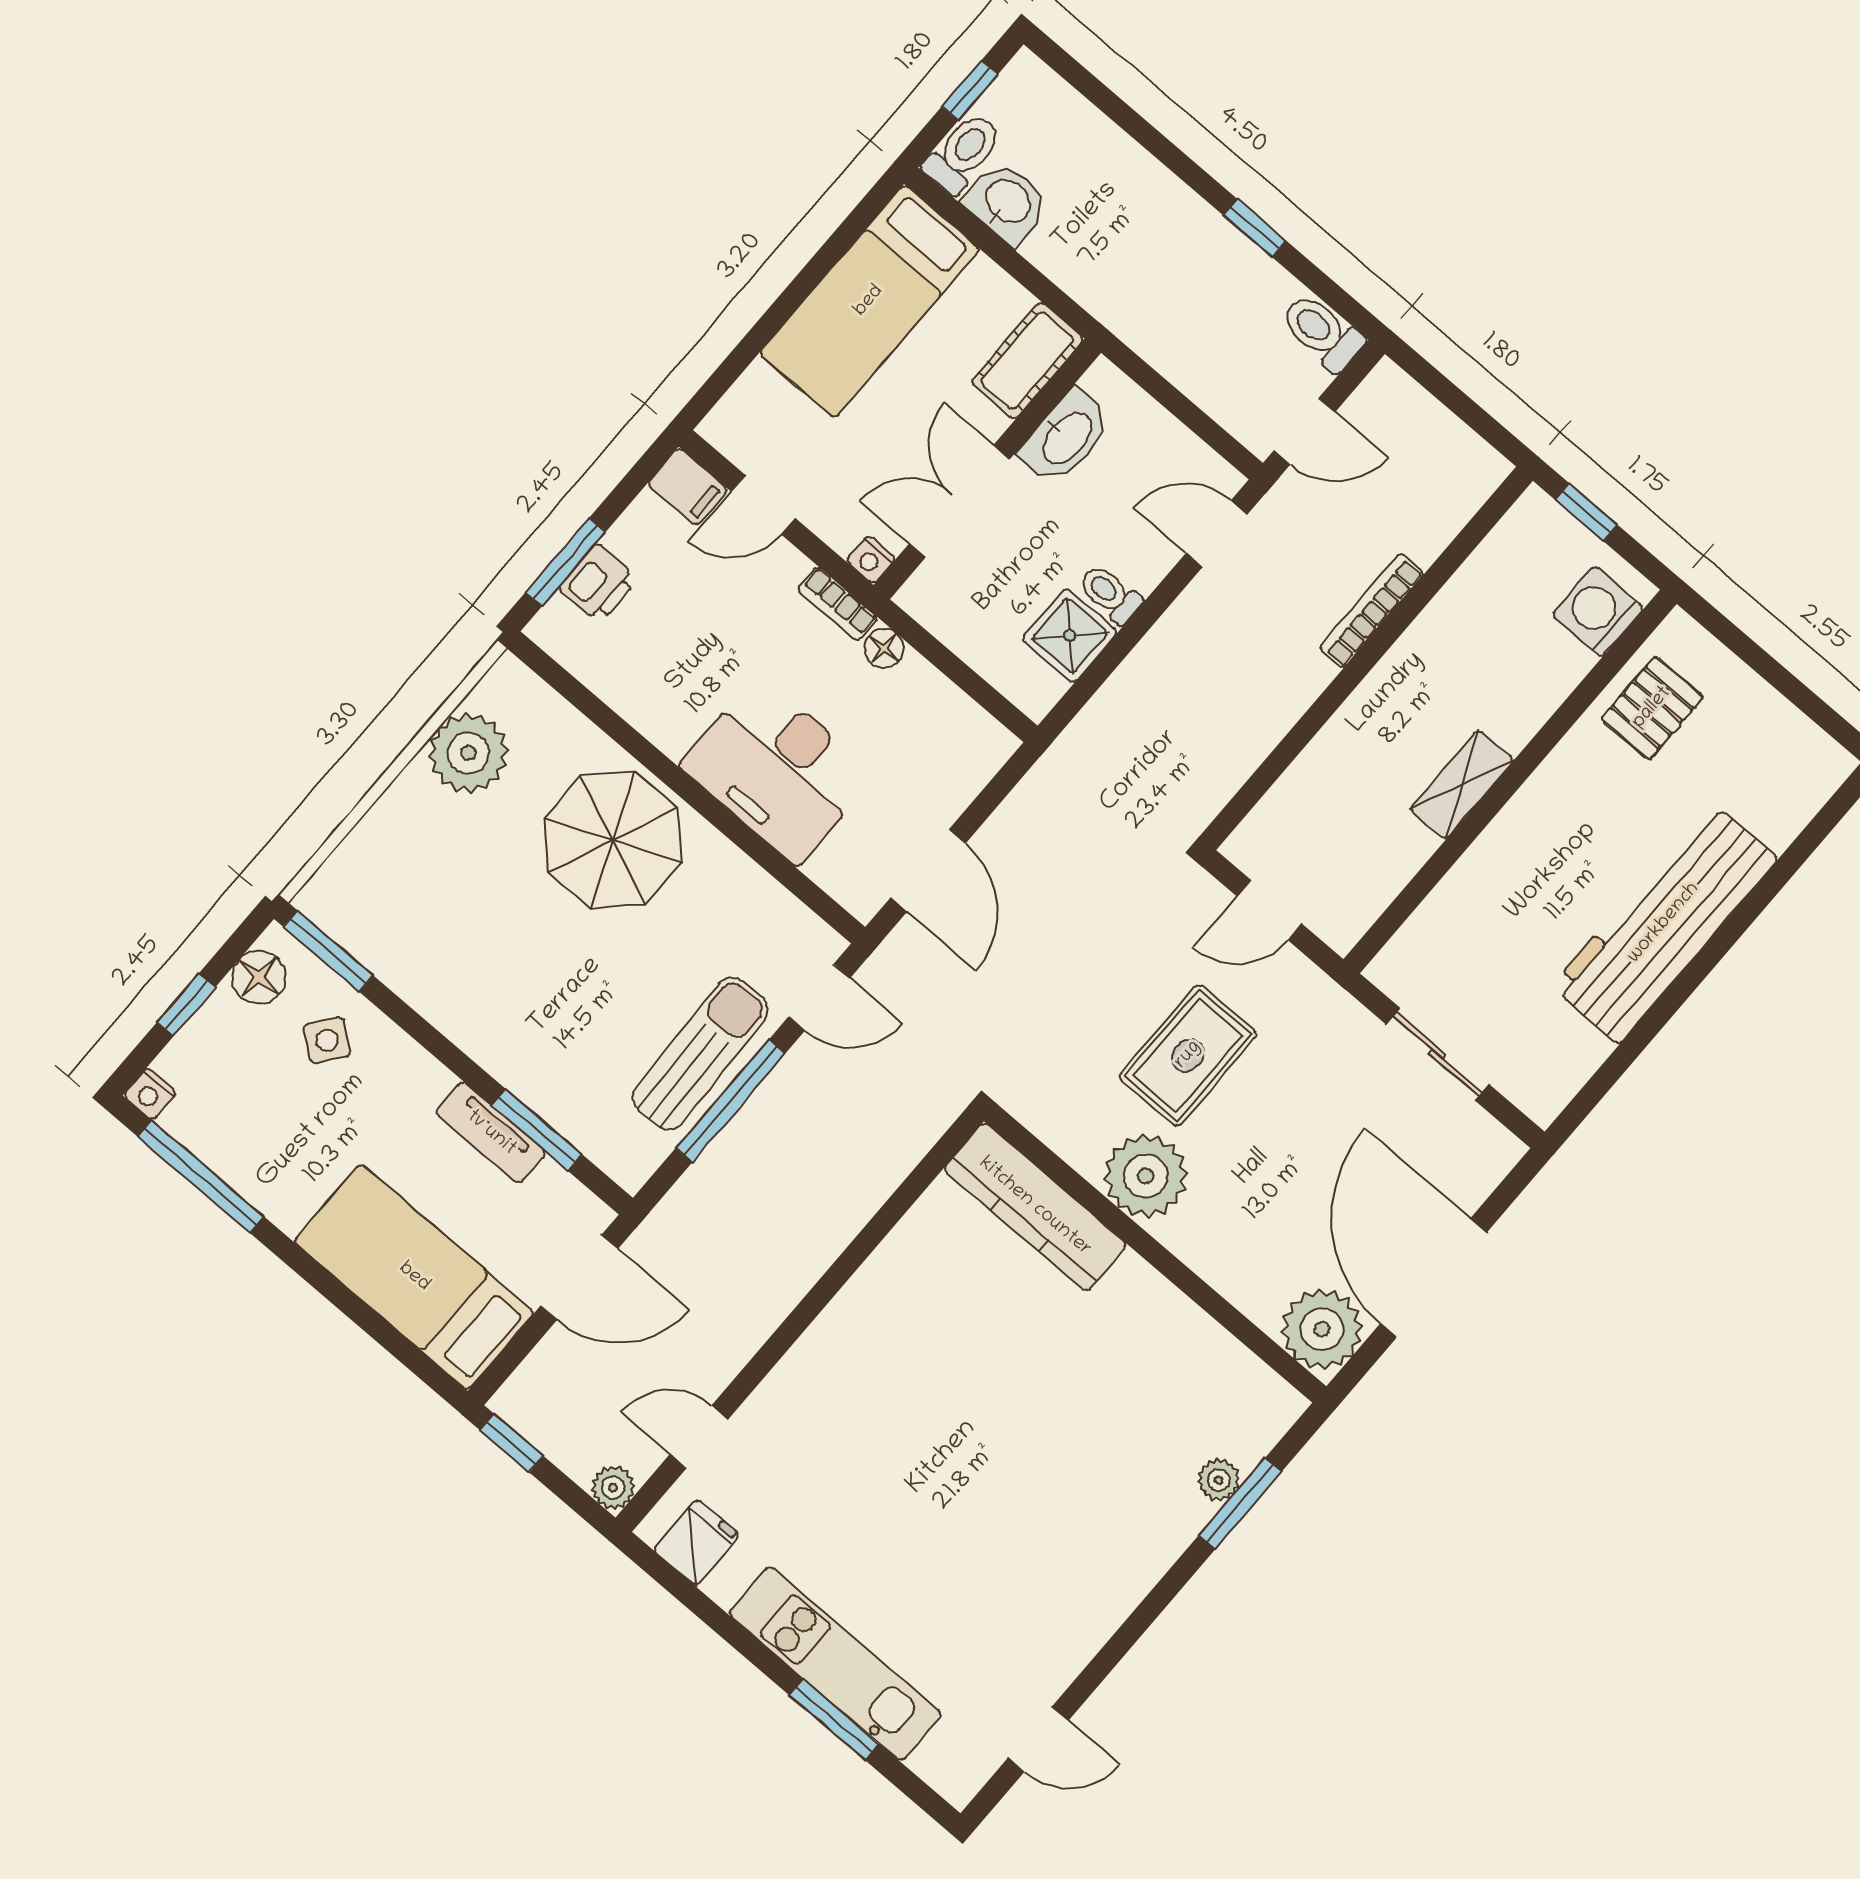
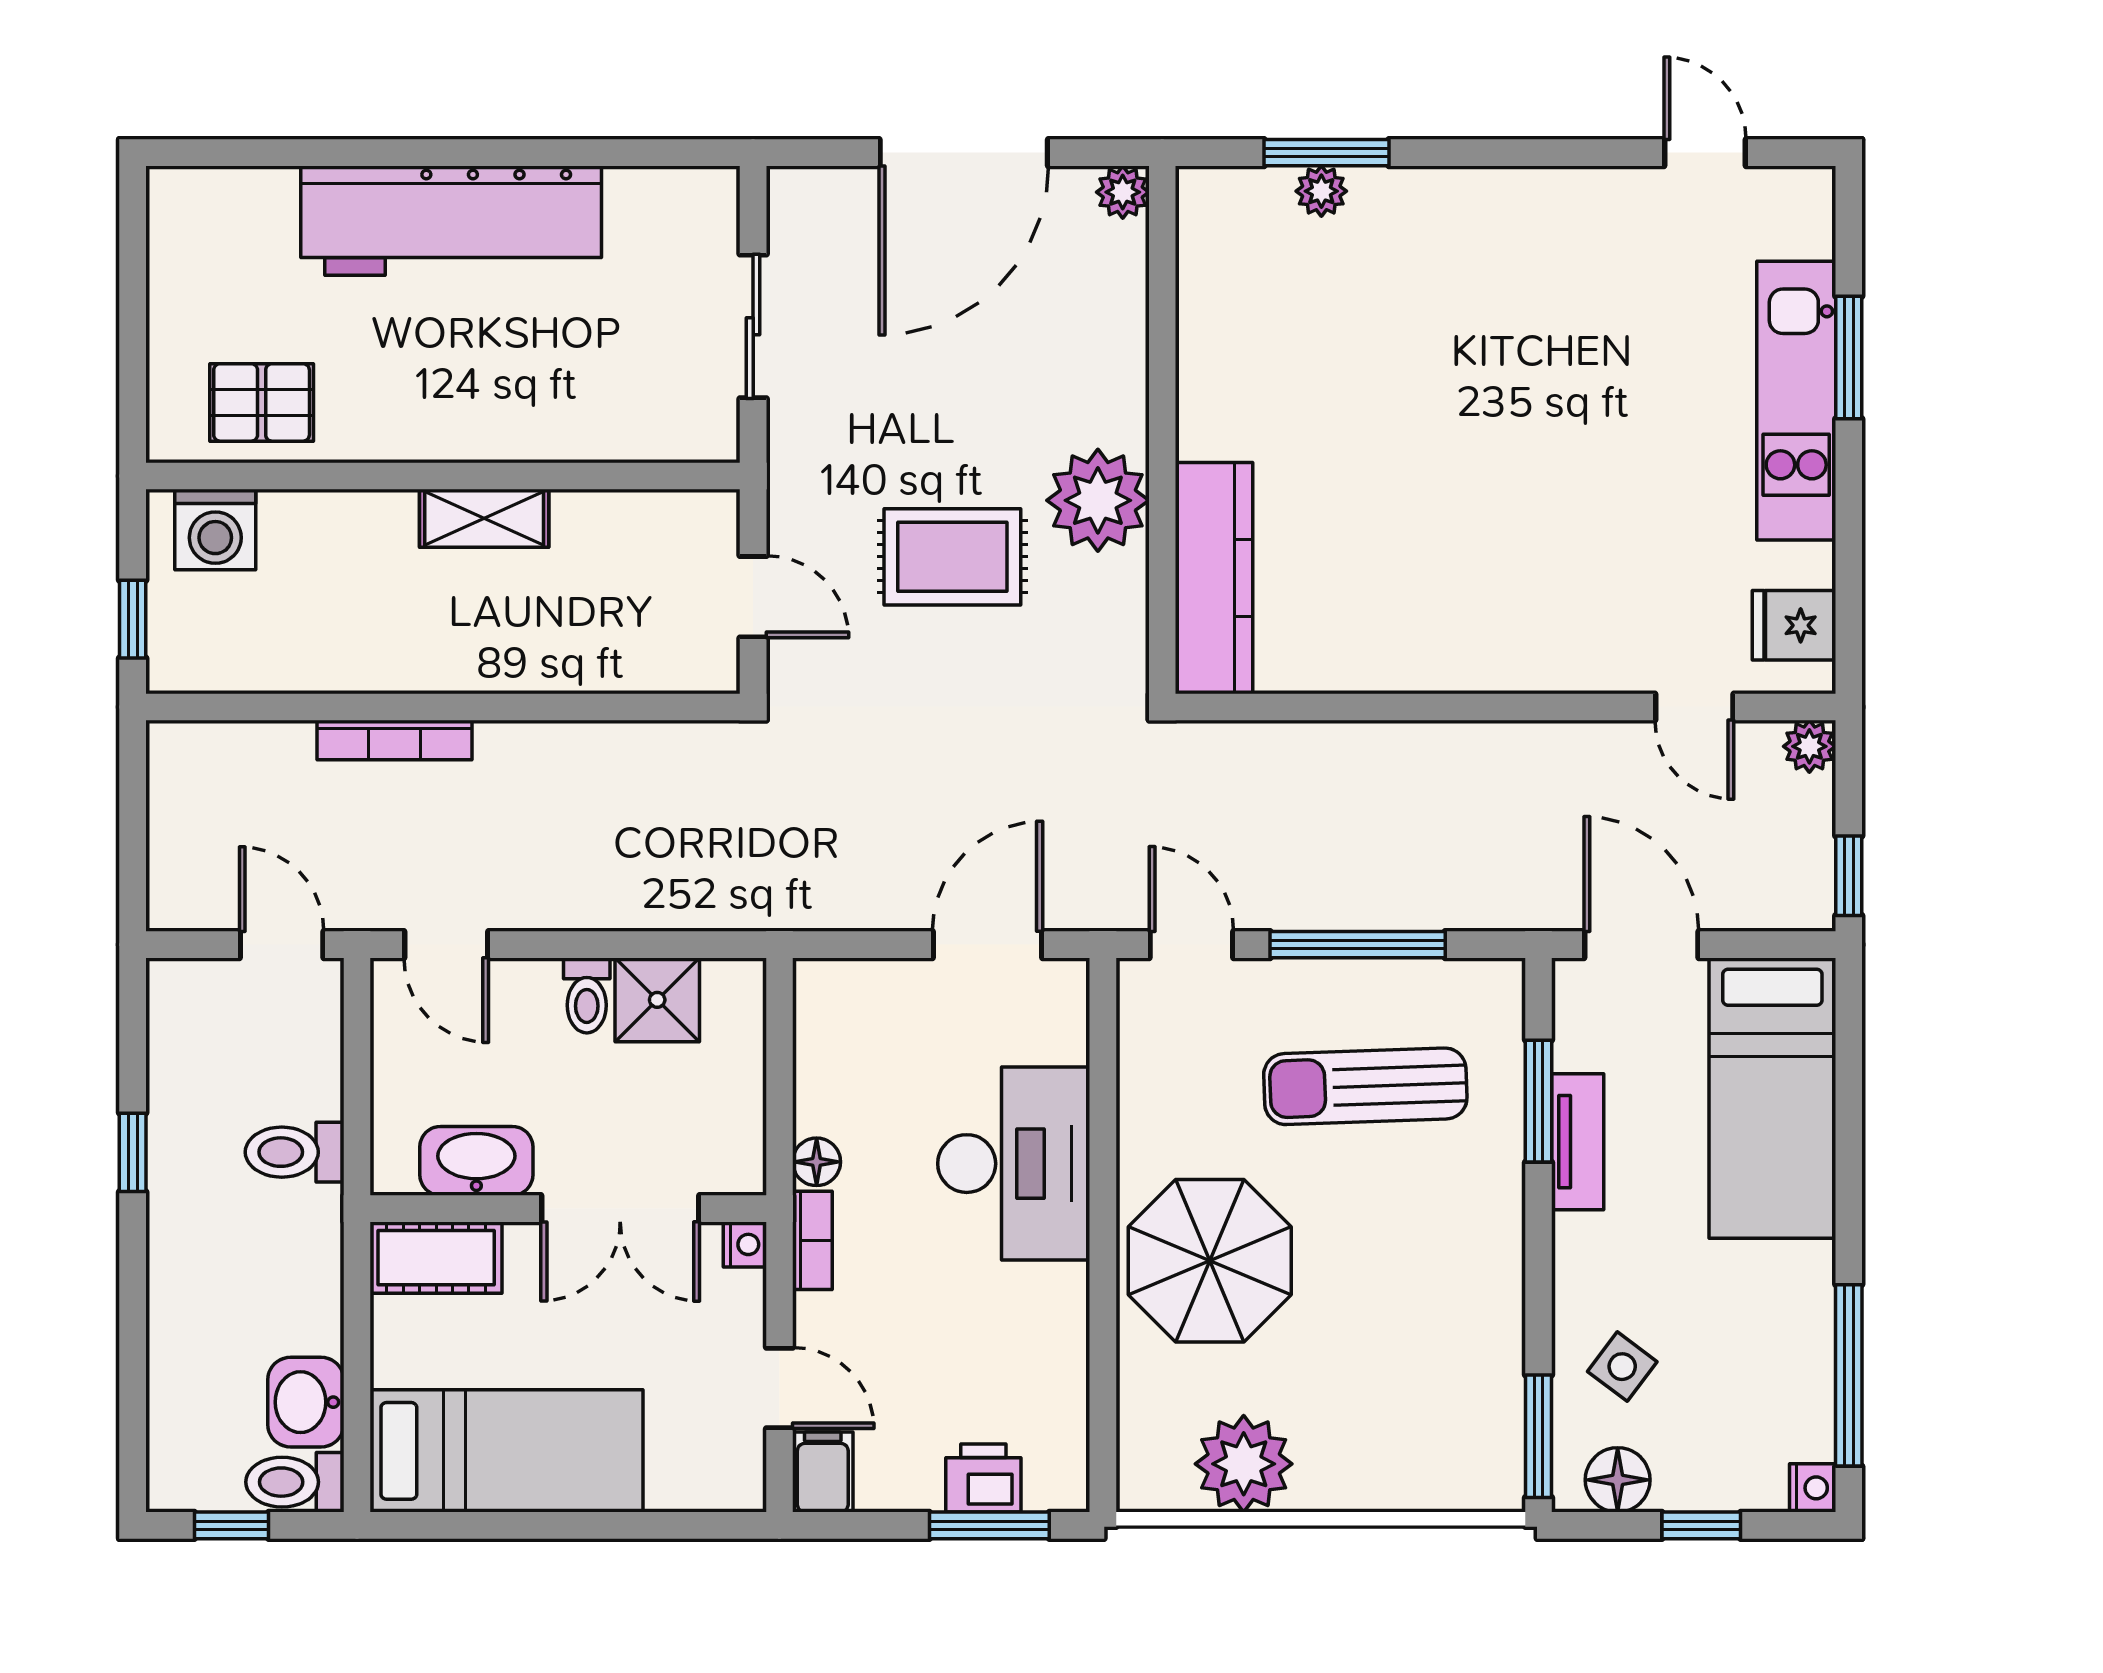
toilet: (1322, 332) -> (295, 1152), moved, turned 90
sun lounger: (700, 1054) -> (1365, 1086), moved
plant: (1322, 1329) -> (1123, 192), width x0.53, depth x0.53

